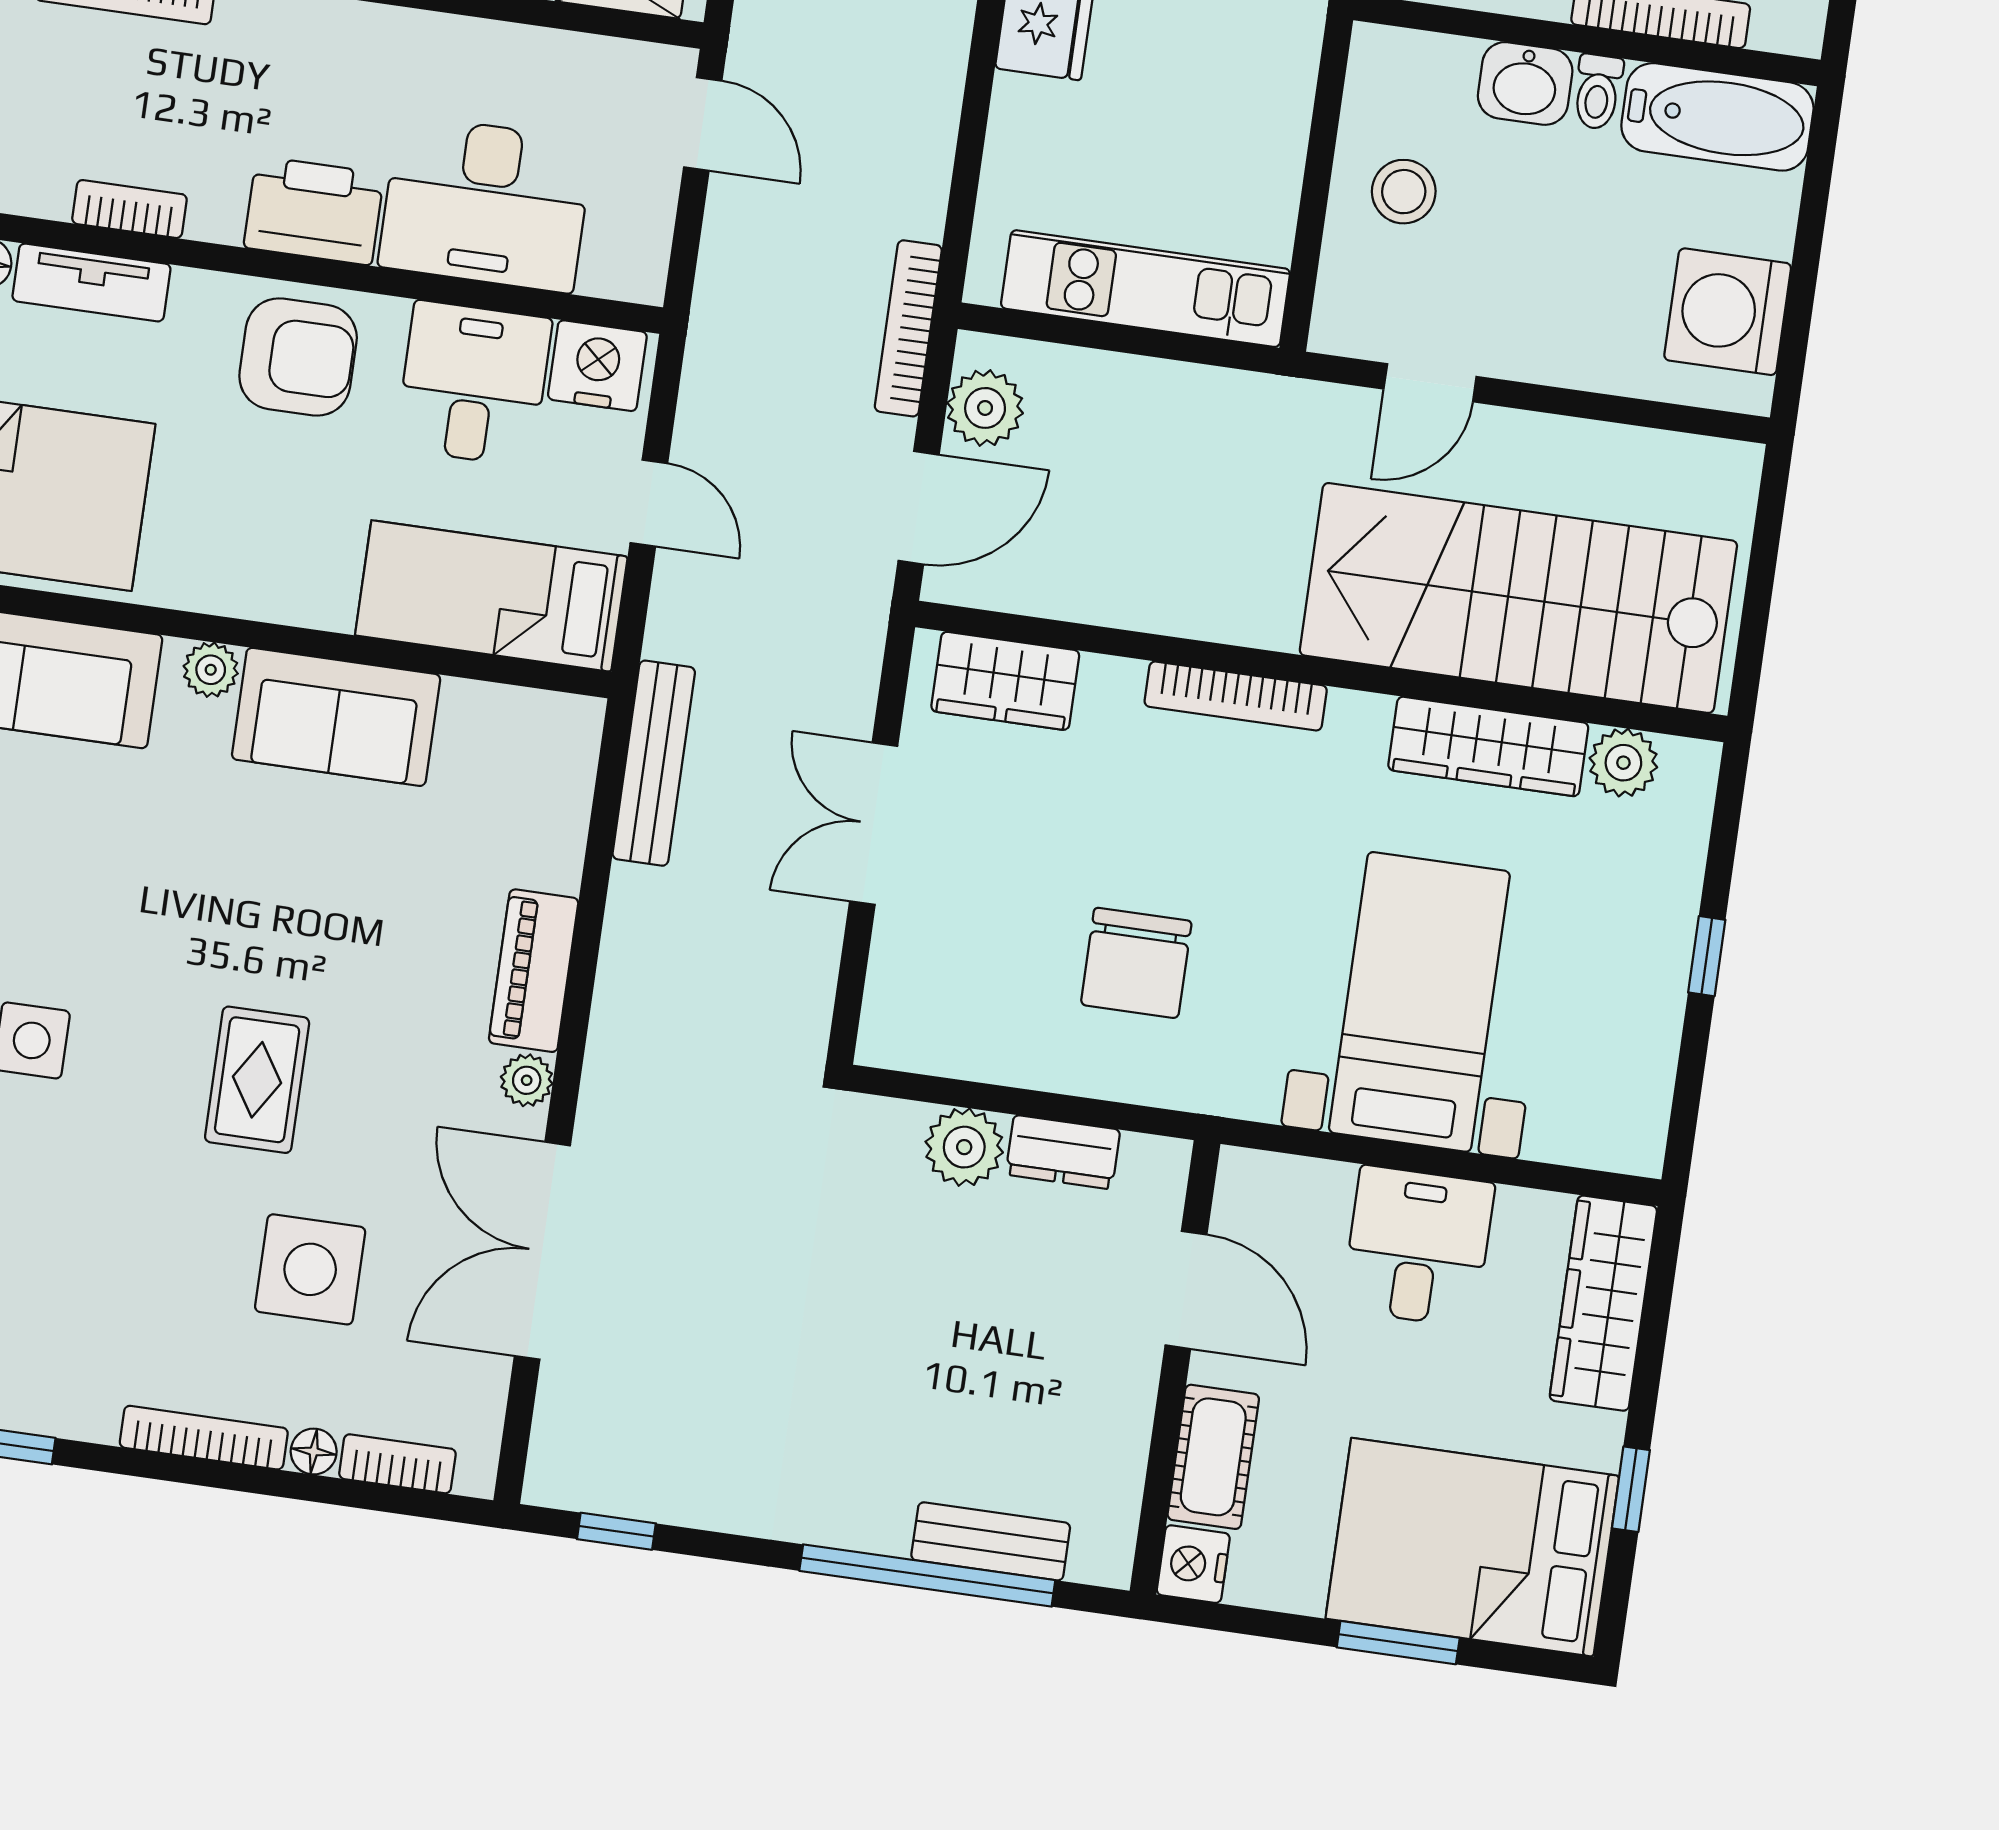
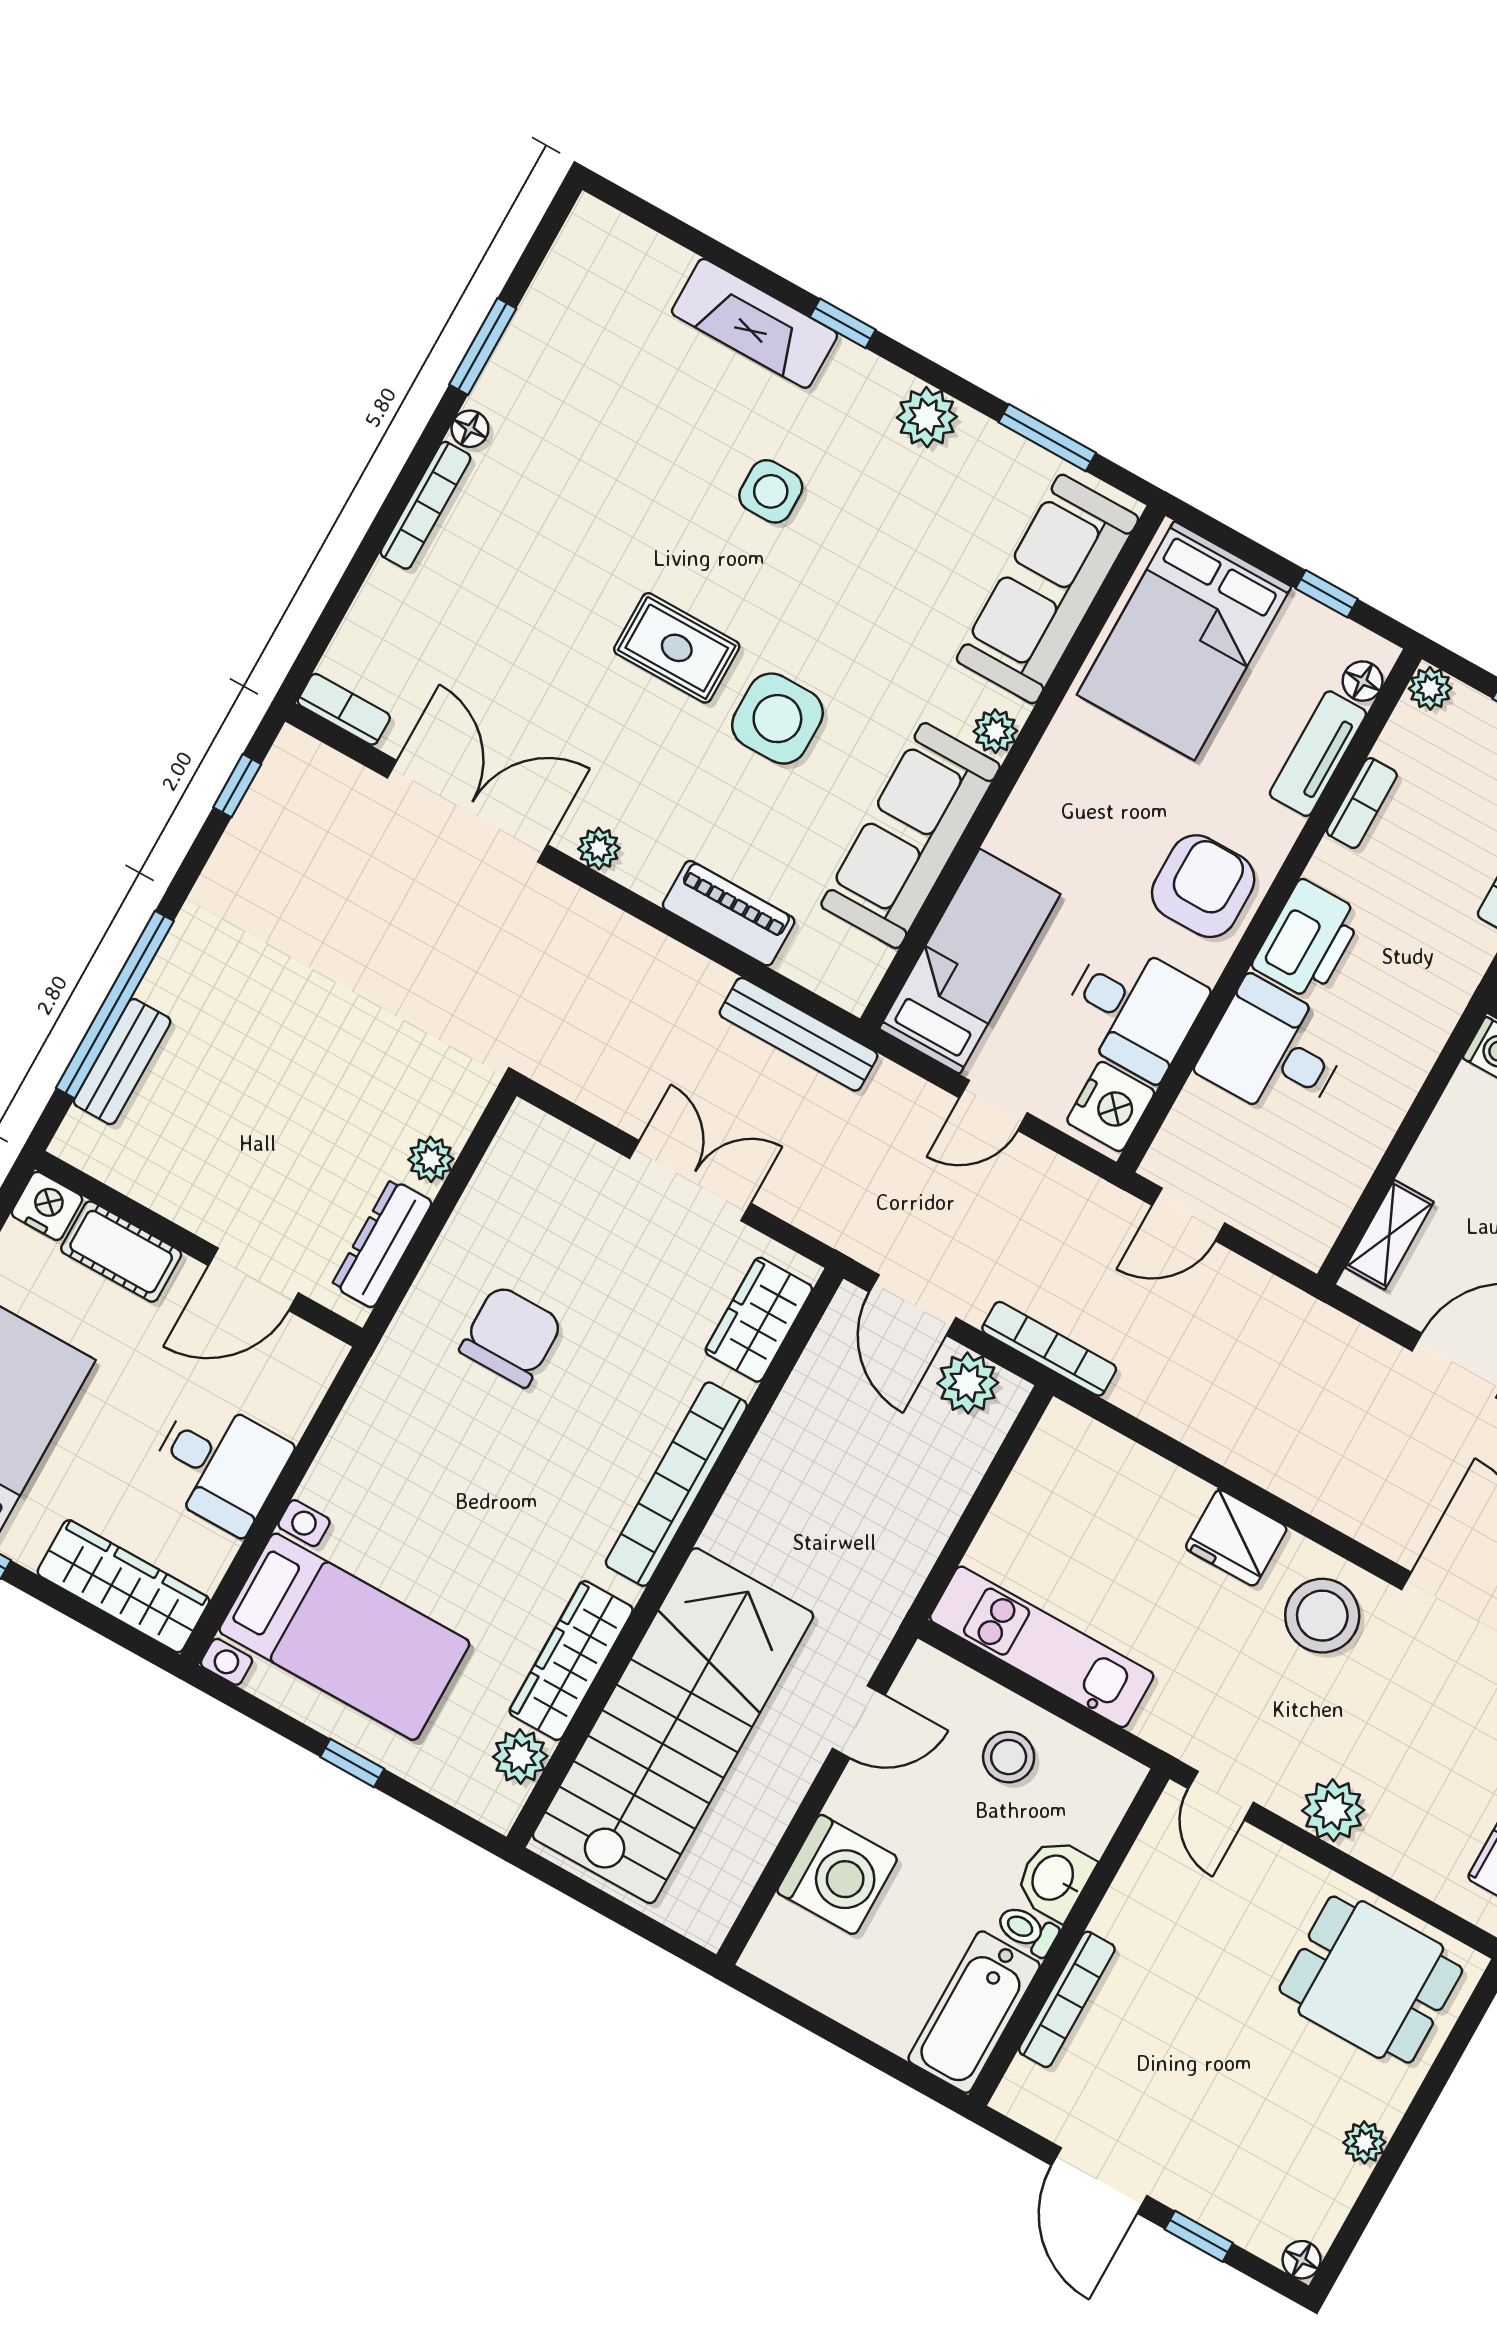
door: (703, 124) -> (1189, 1214), moved
desk: (486, 204) -> (1274, 1051), width x0.73
kitchen unit: (1146, 289) -> (1042, 1647), moved, turned -90
washing machine: (1728, 312) -> (837, 1875), moved, turned 90
armchair: (298, 357) -> (1203, 886), turned 180
door: (1430, 383) -> (859, 1722), swing flipped
bookcase: (1236, 696) -> (676, 1484), width x1.48, depth x1.31
sofa: (336, 717) -> (911, 836), width x1.36
chair: (1136, 963) -> (511, 1336), turned 90
piano: (534, 971) -> (729, 913), moved
bed with nightstands: (1419, 1002) -> (344, 1637), moved
plant: (964, 1147) -> (431, 1159), width x0.73, depth x0.73
dresser: (1063, 1152) -> (382, 1244), width x1.44
side table: (310, 1269) -> (777, 719), moved
floor lamp: (314, 1451) -> (470, 429), moved
bookcase: (397, 1464) -> (344, 709), moved, turned -90

